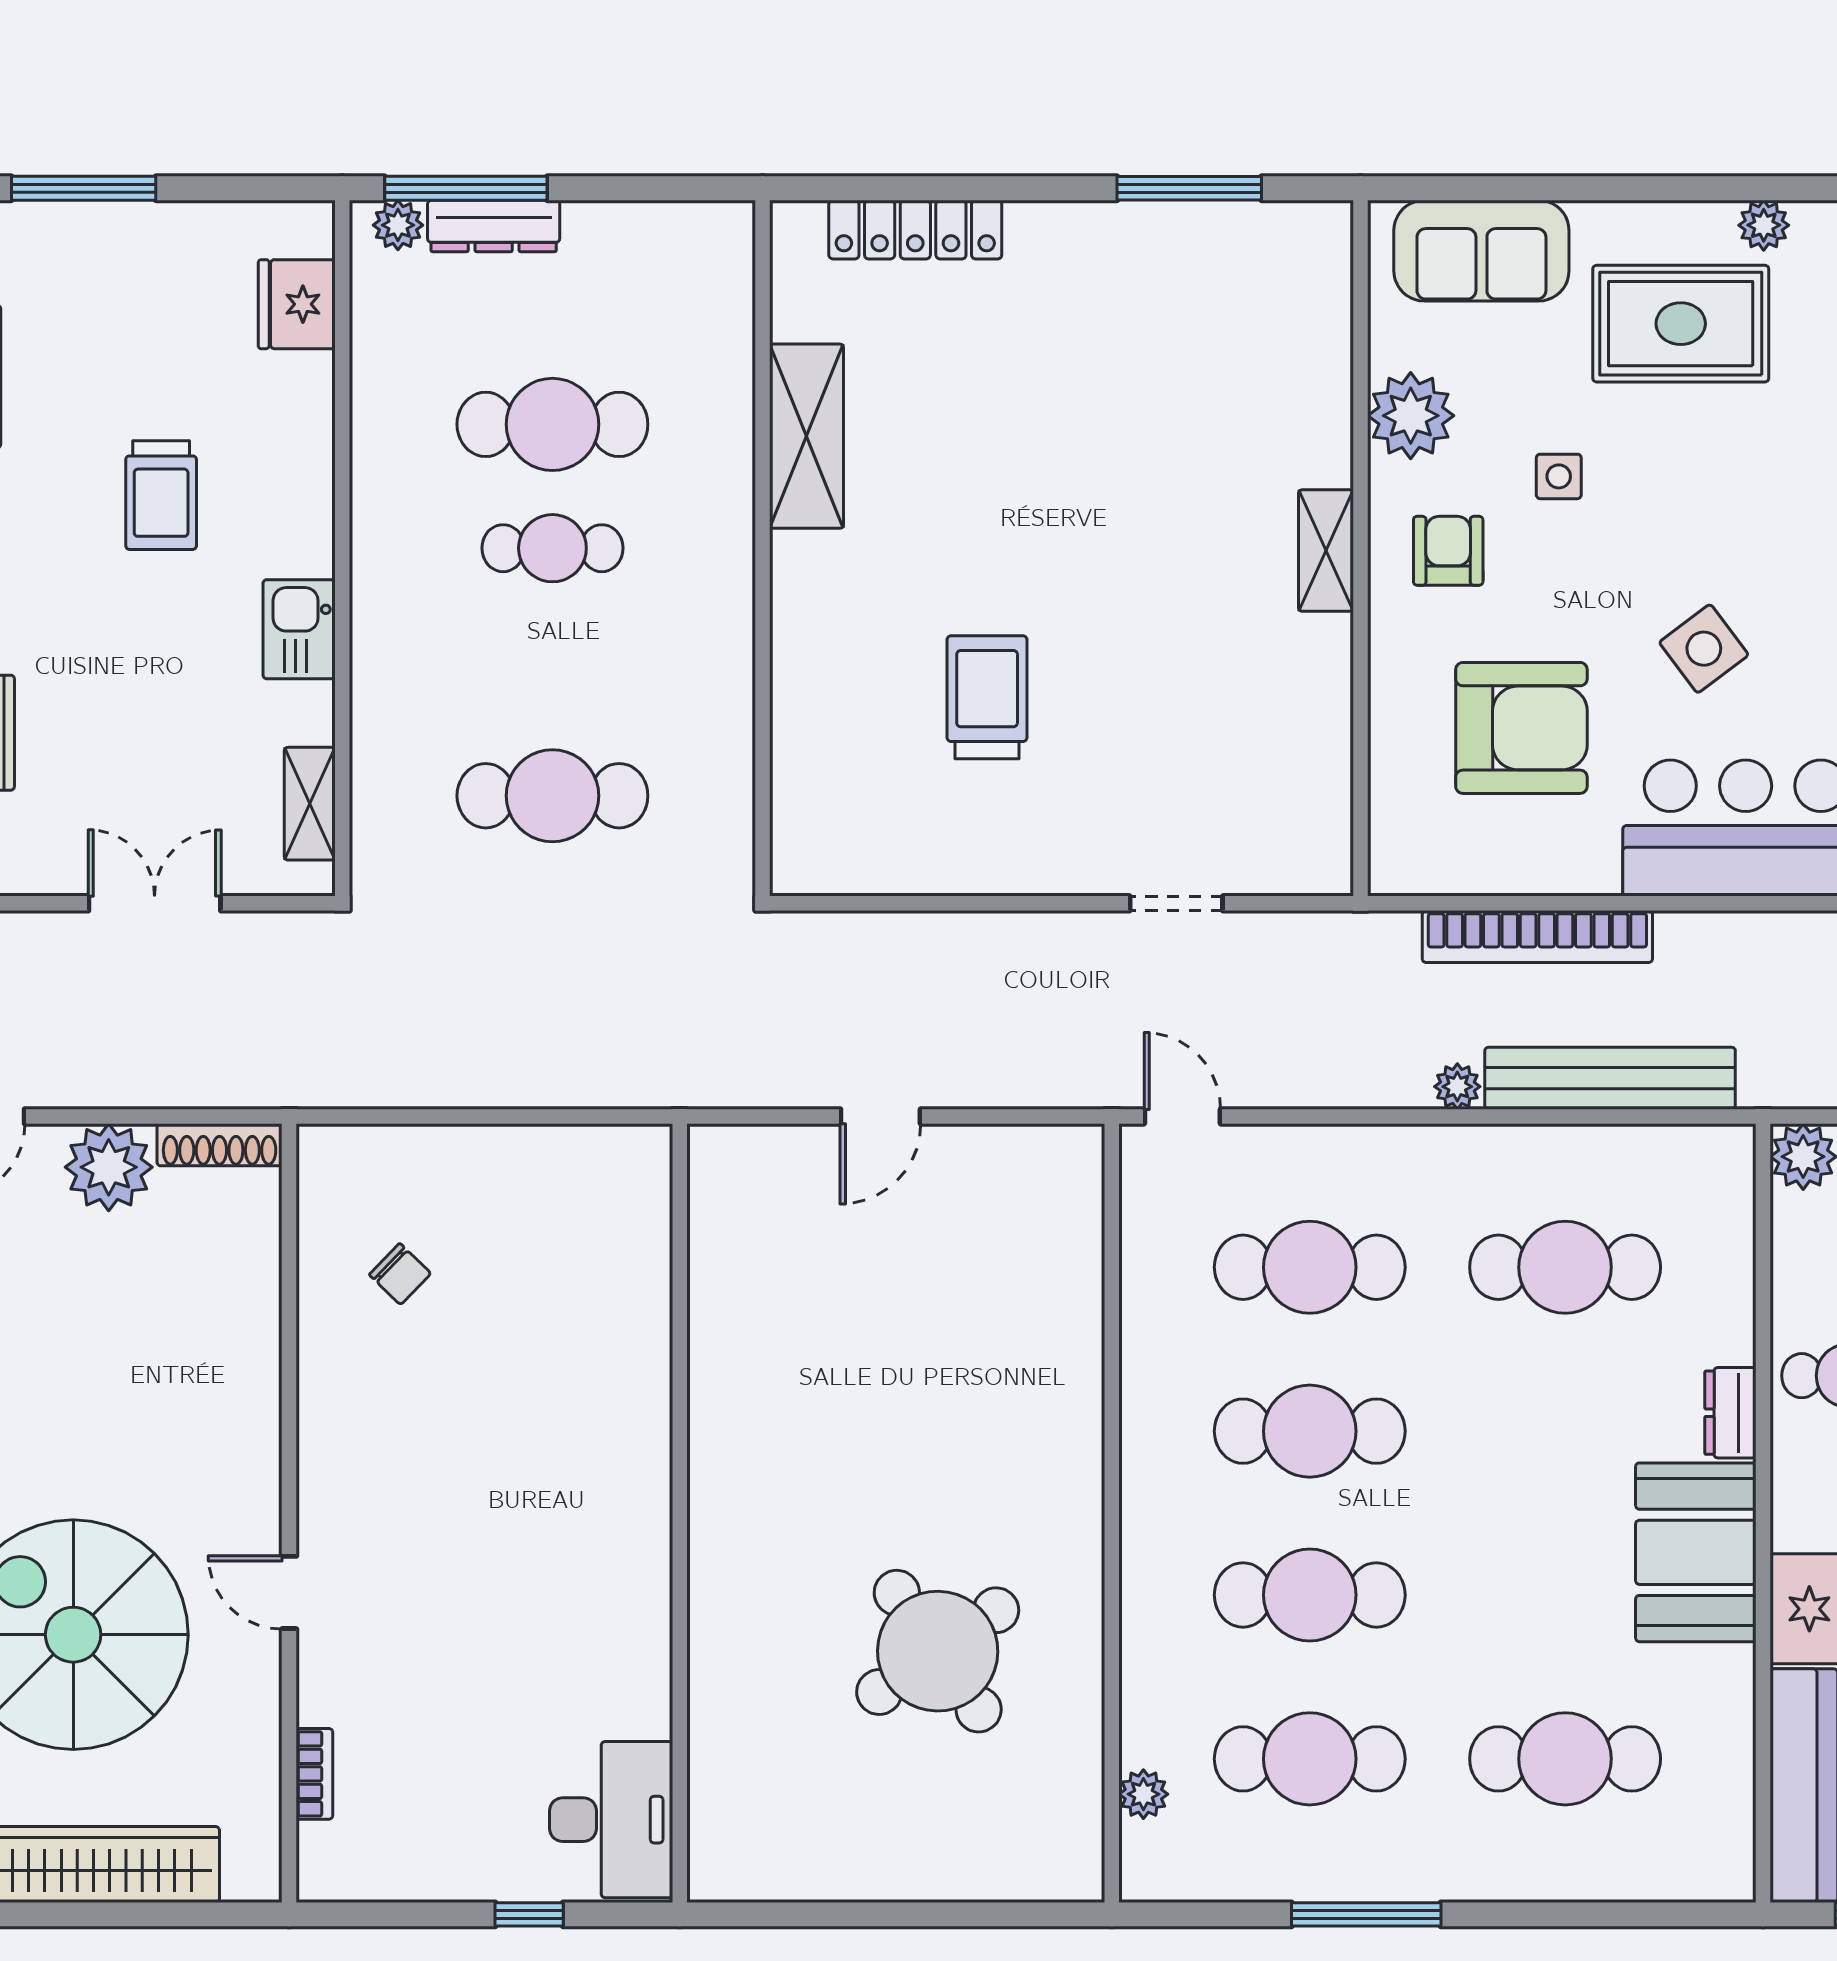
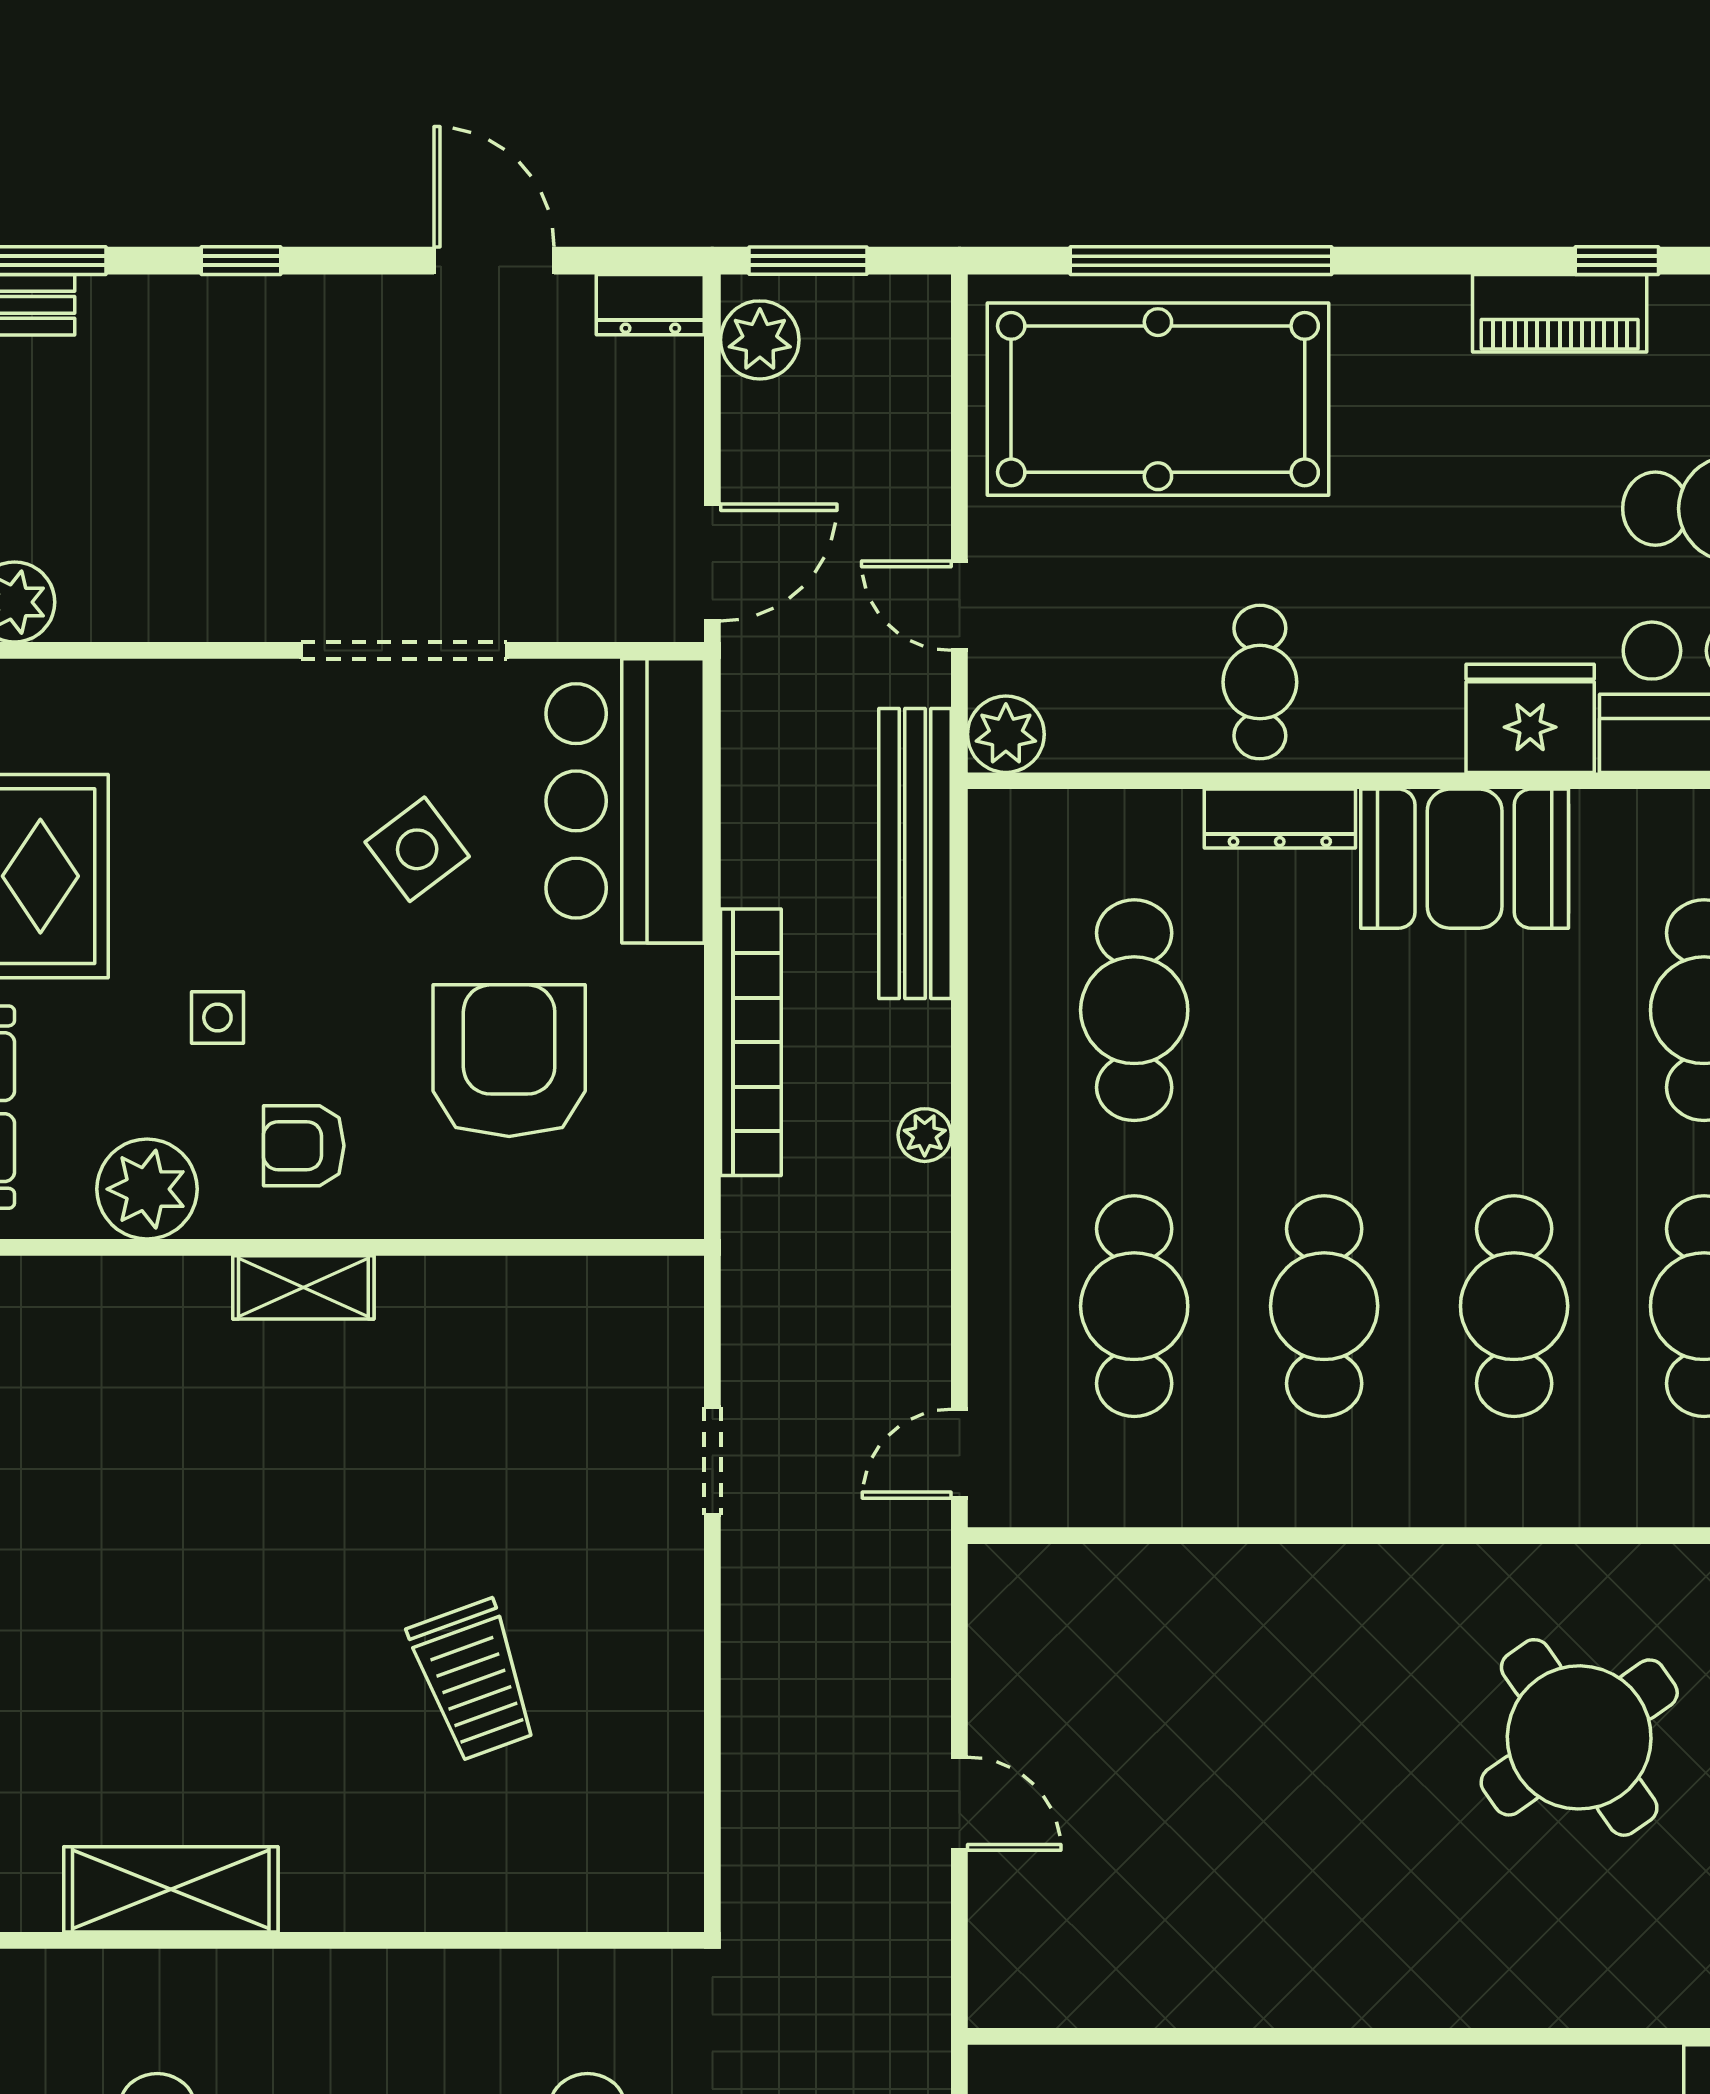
trolley: (987, 697) -> (473, 1680), turned -110
bench: (1610, 1078) -> (915, 854), moved
dresser: (1730, 1413) -> (1280, 819), width x1.44

